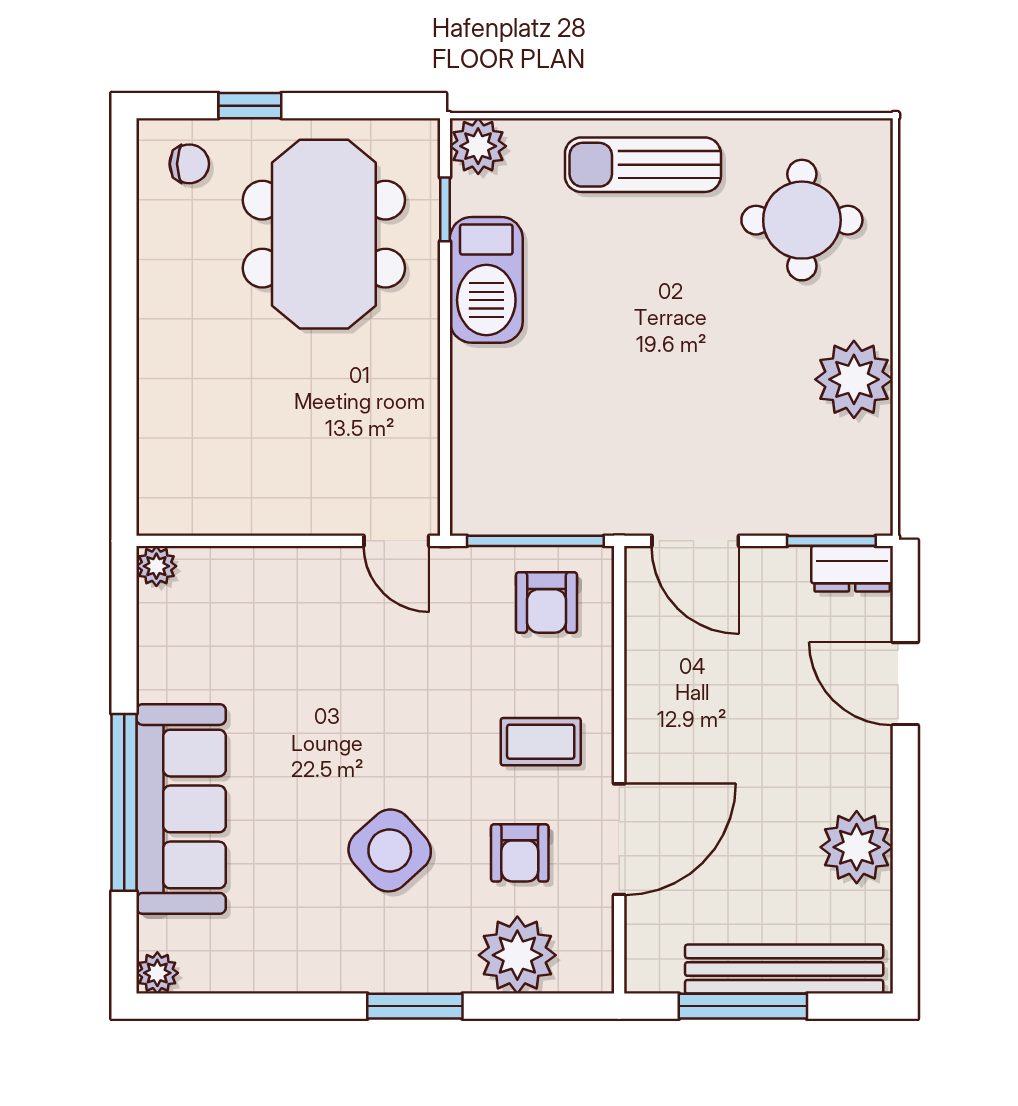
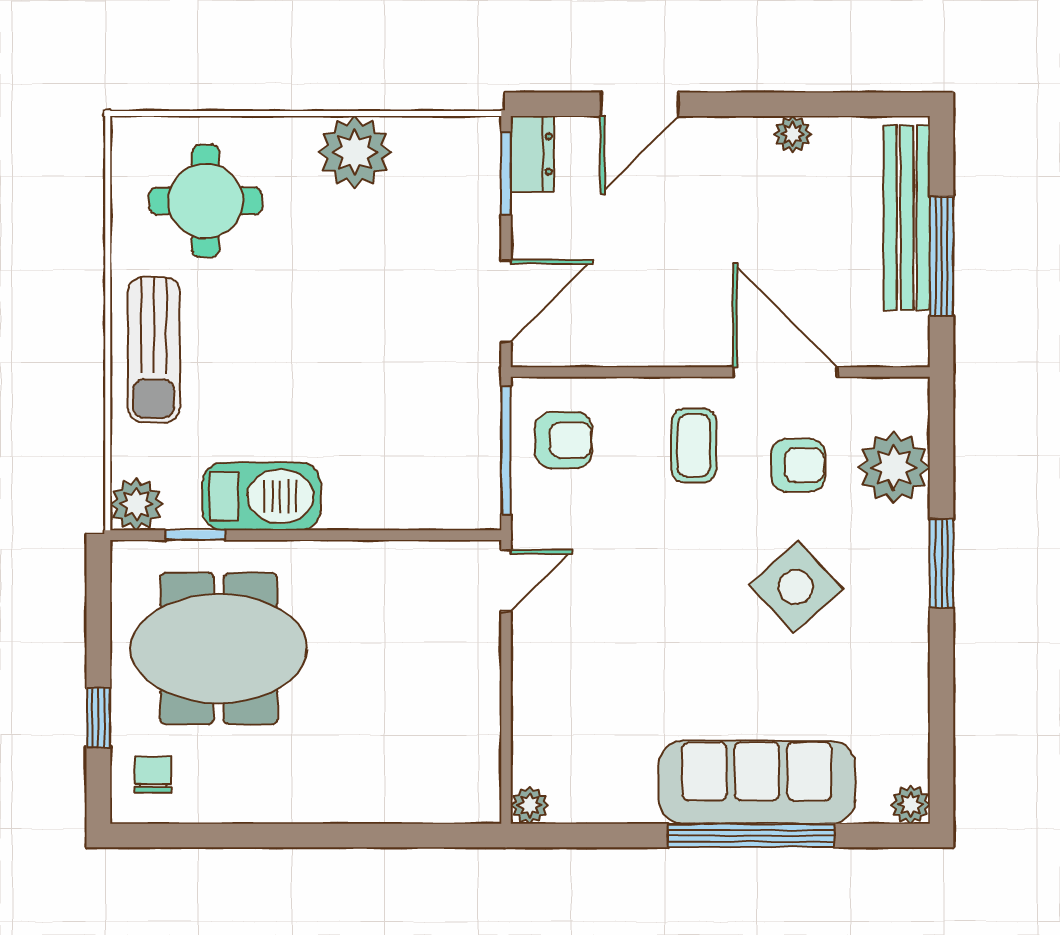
plant: (857, 847) -> (793, 134), width x0.53, depth x0.53

